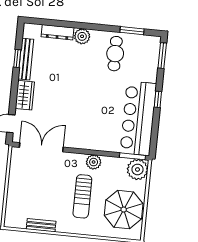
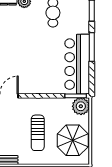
window: (158, 99) -> (92, 47), width x2.17
plant: (94, 162) -> (44, 104), removed

